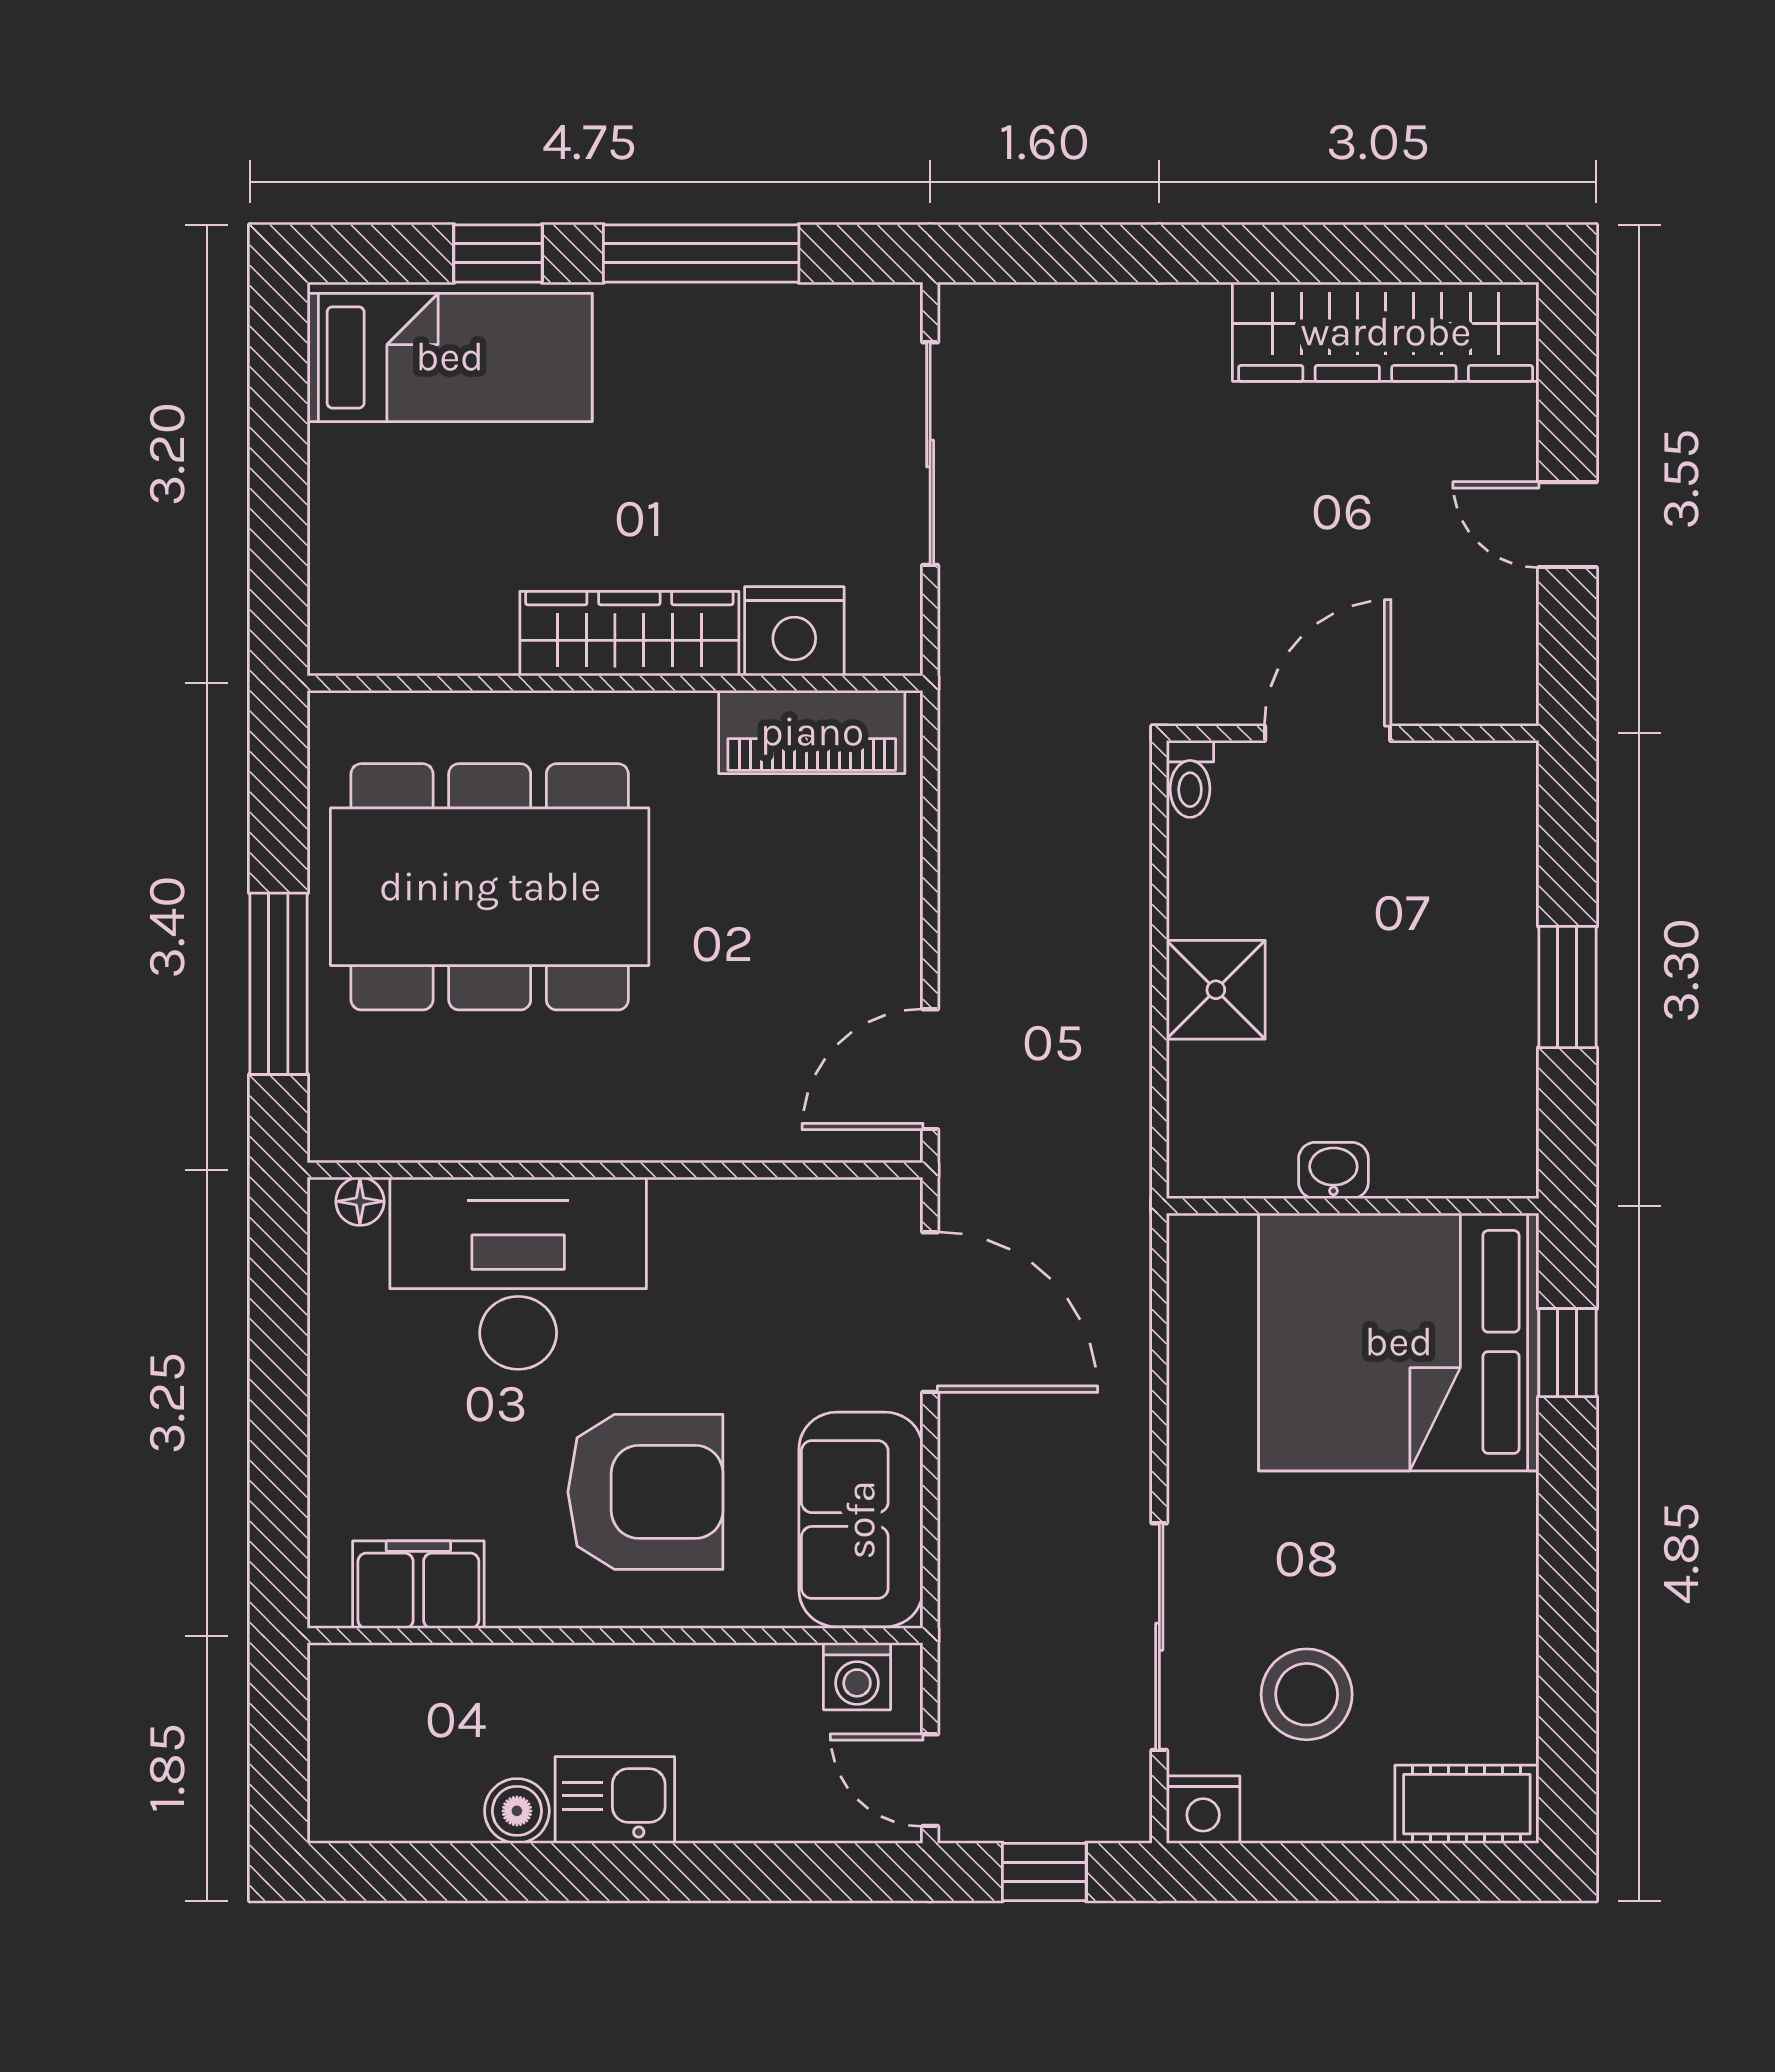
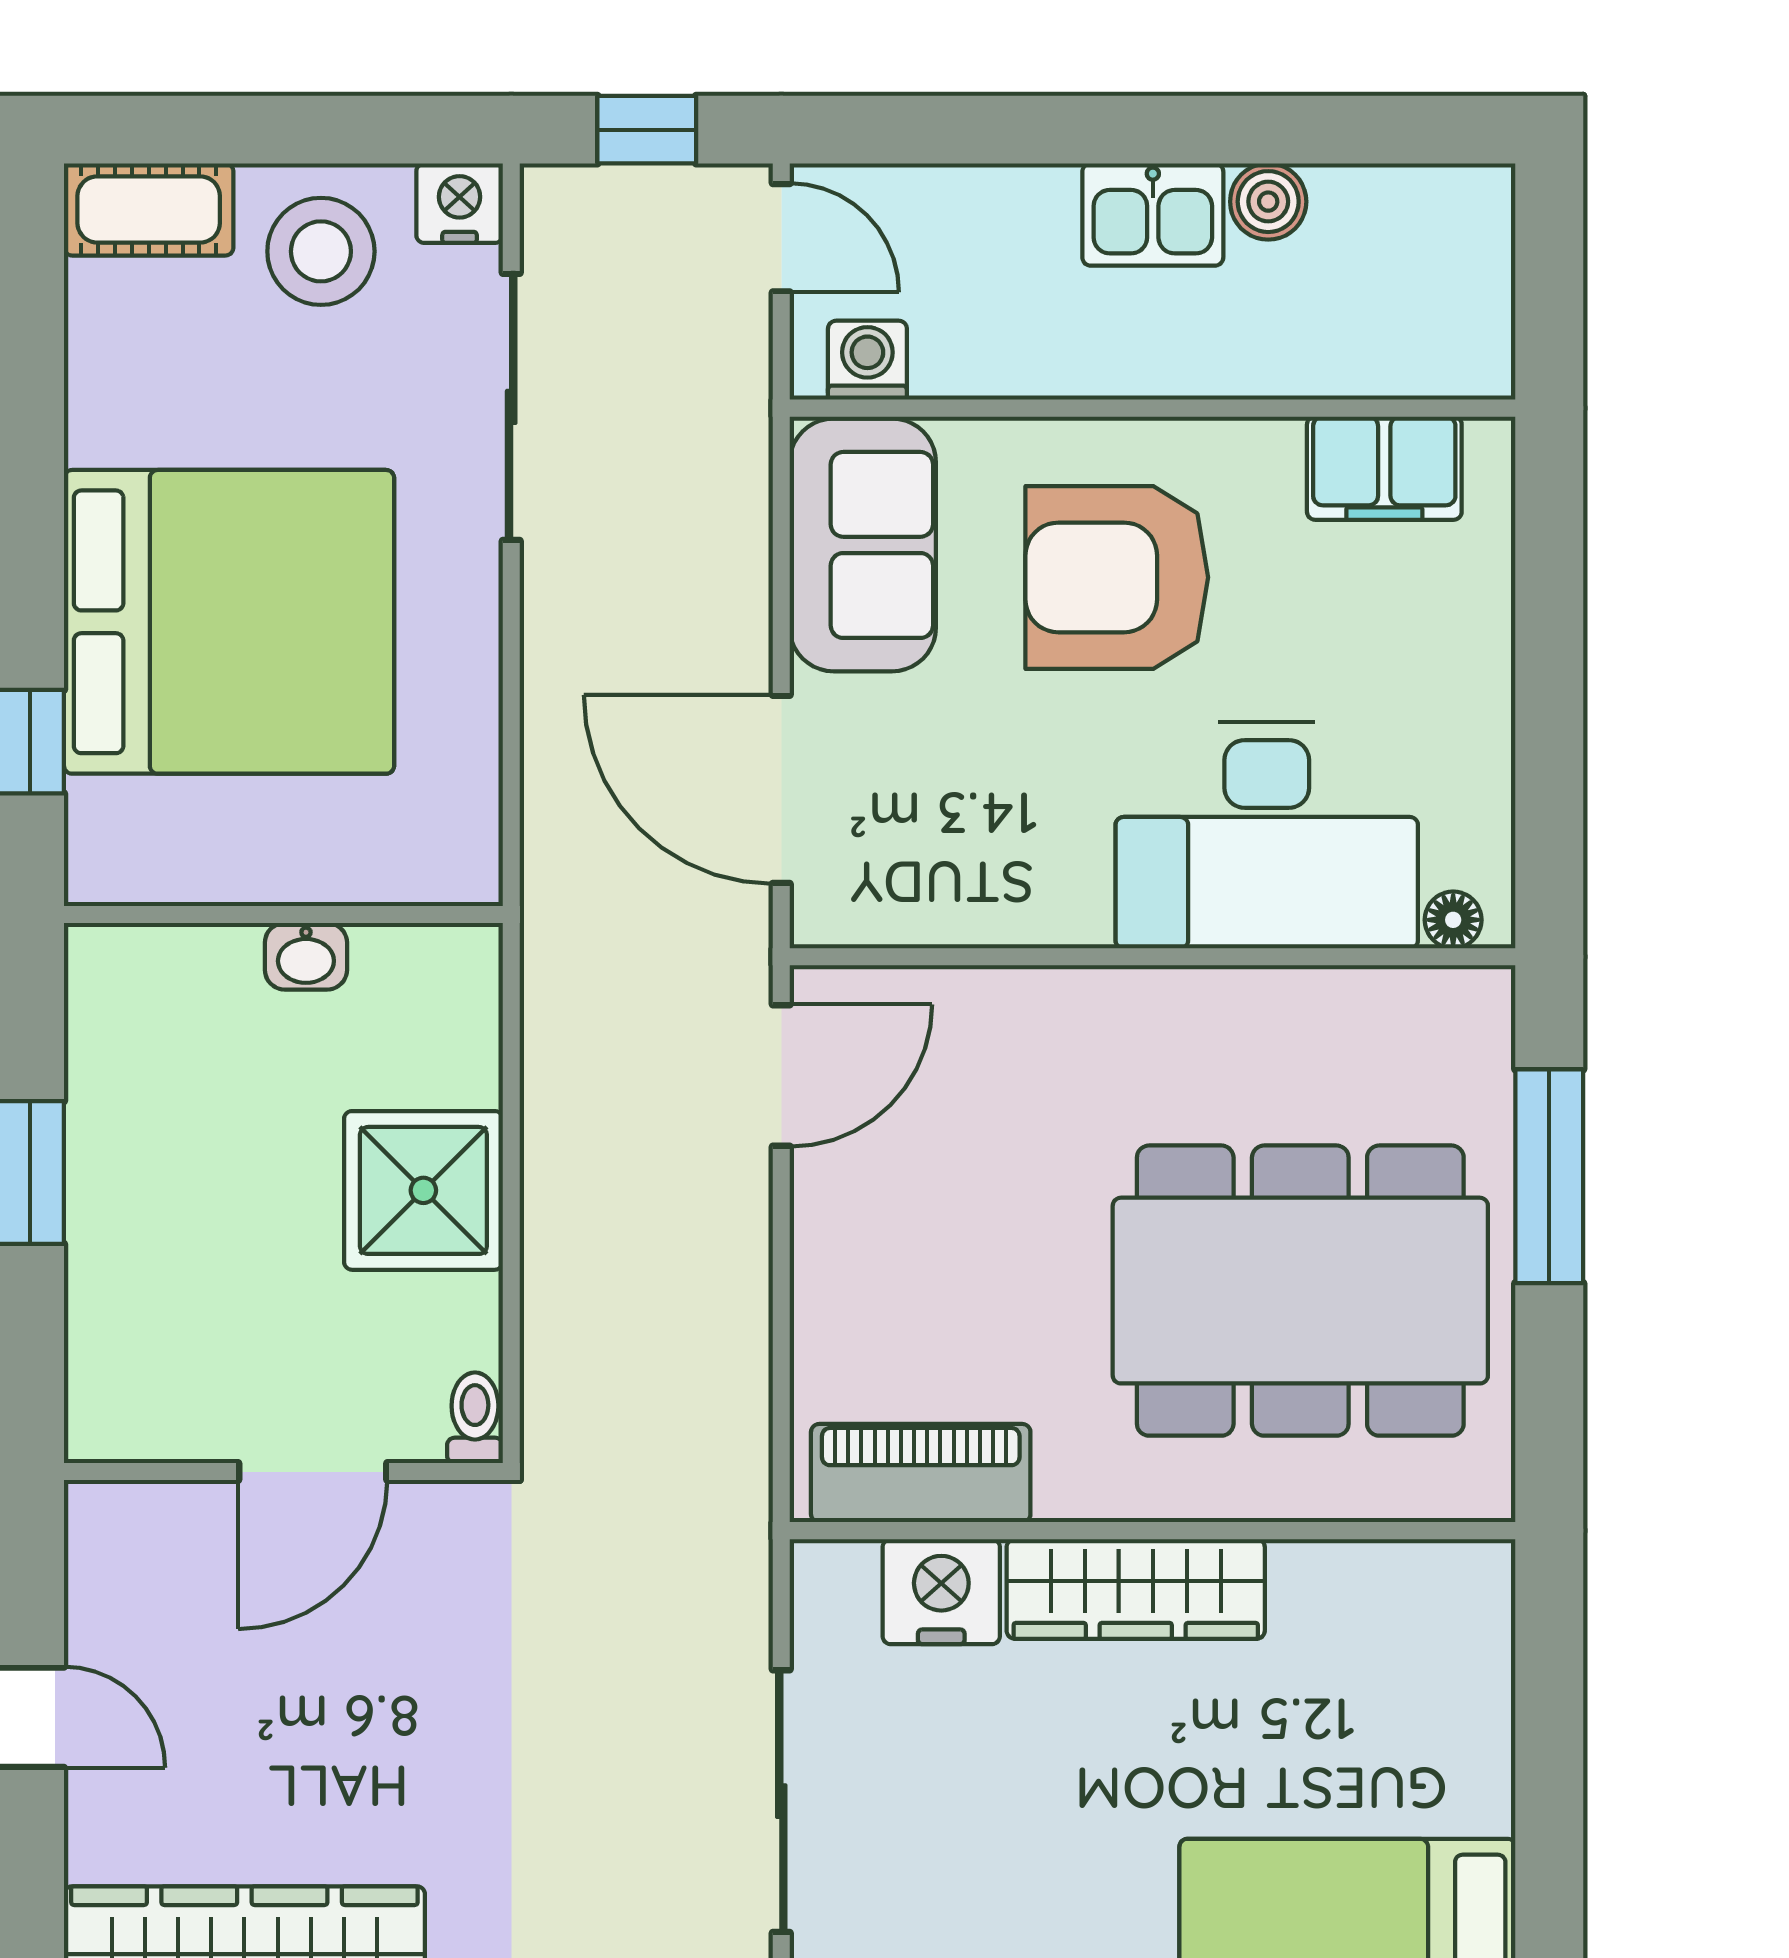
shower: (1216, 990) -> (423, 1190), width x1.36, depth x1.36
bed: (1399, 1342) -> (229, 622), moved
stool: (1307, 1694) -> (321, 251), moved

